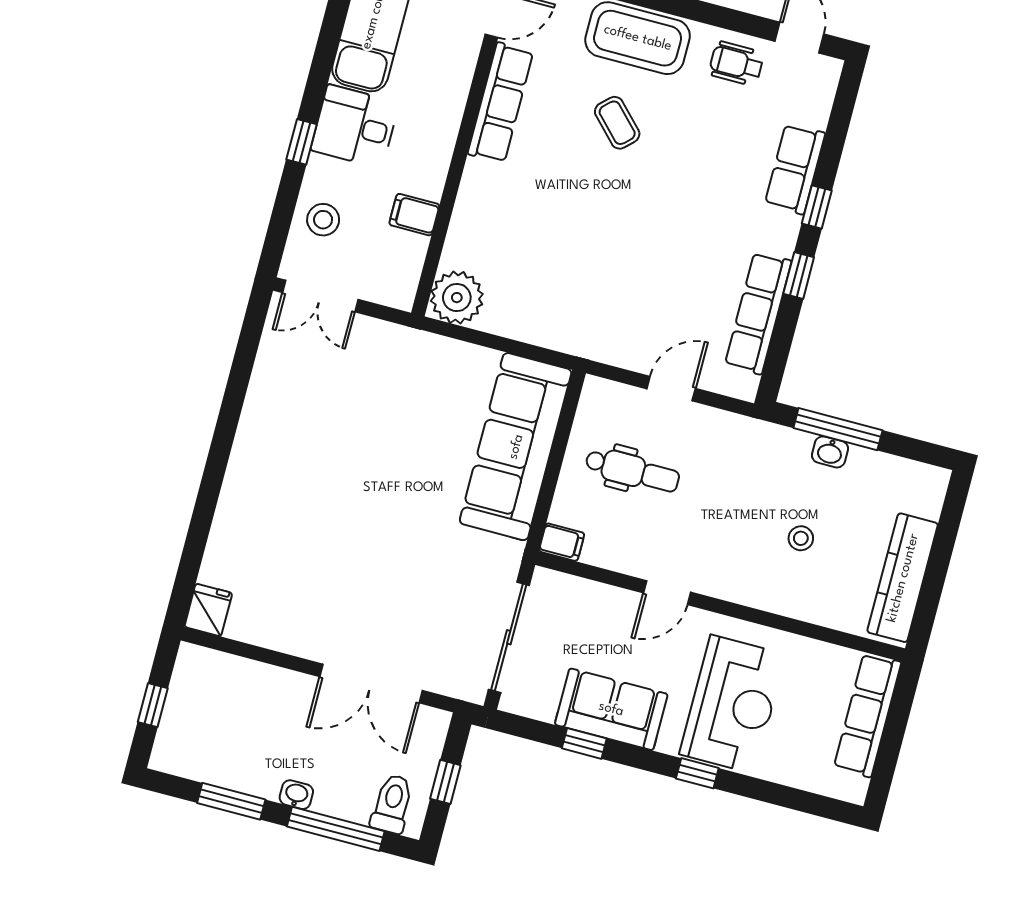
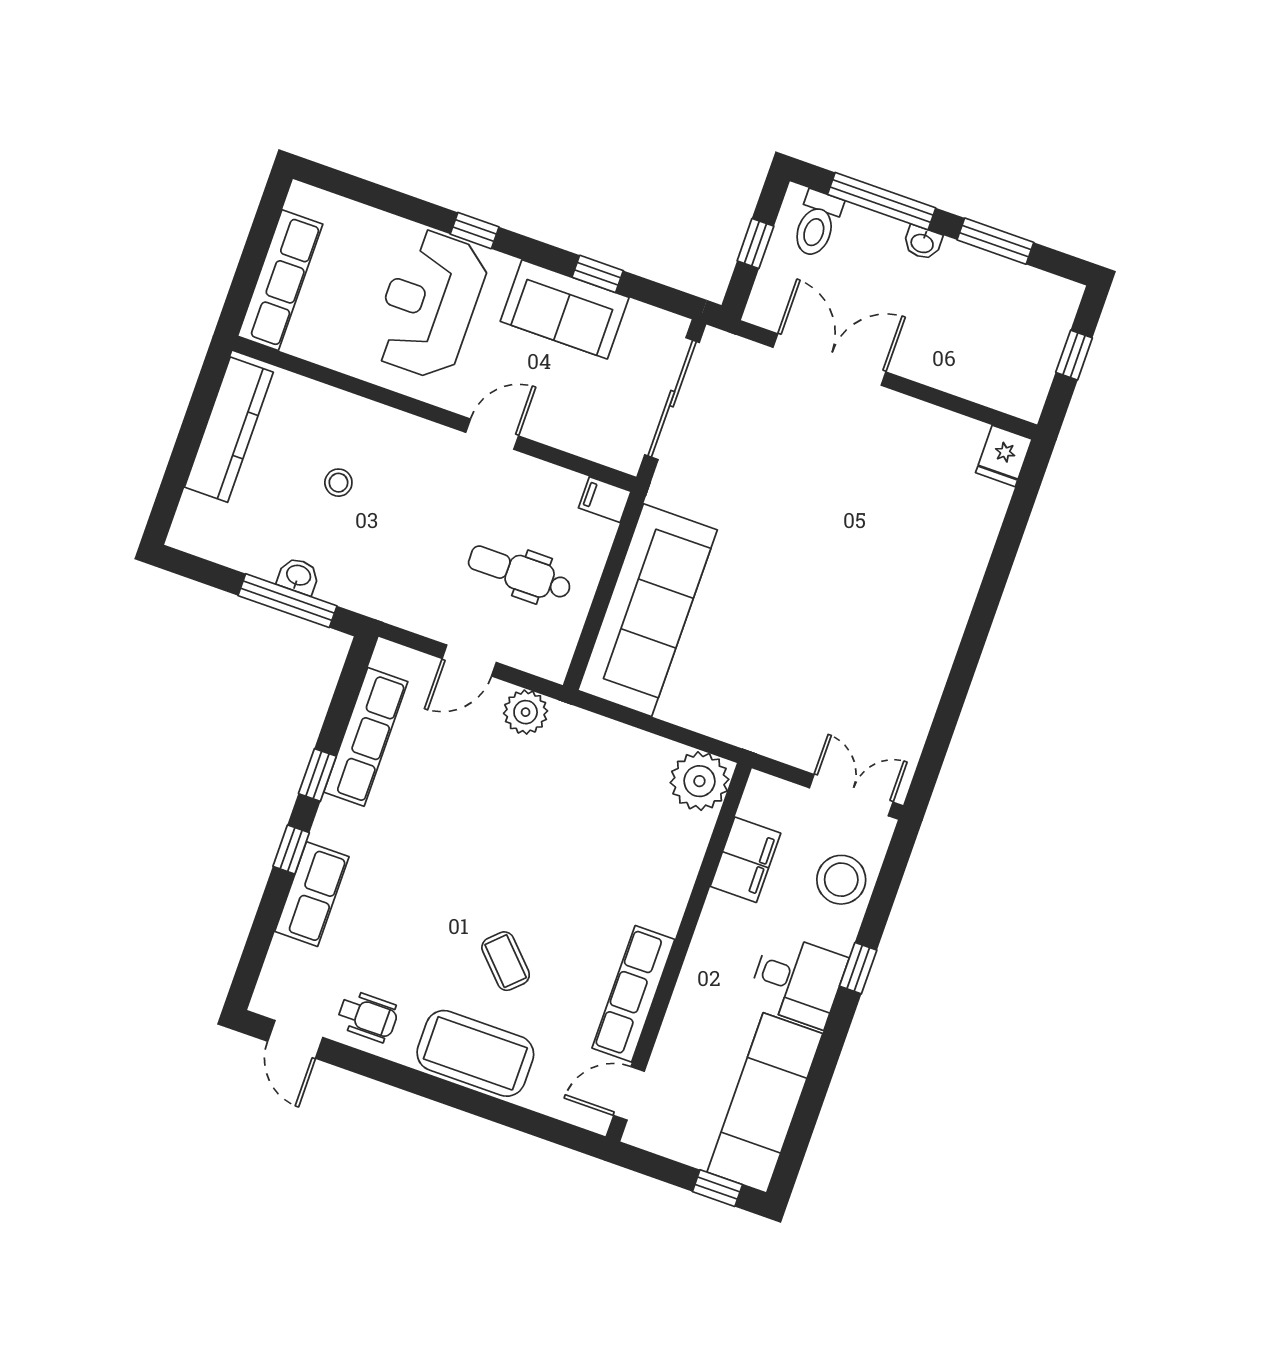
filing cabinet: (414, 215) -> (745, 860), width x2.00
stool: (323, 220) -> (841, 880), width x1.38, depth x1.38
plant: (617, 347) -> (526, 712), added

